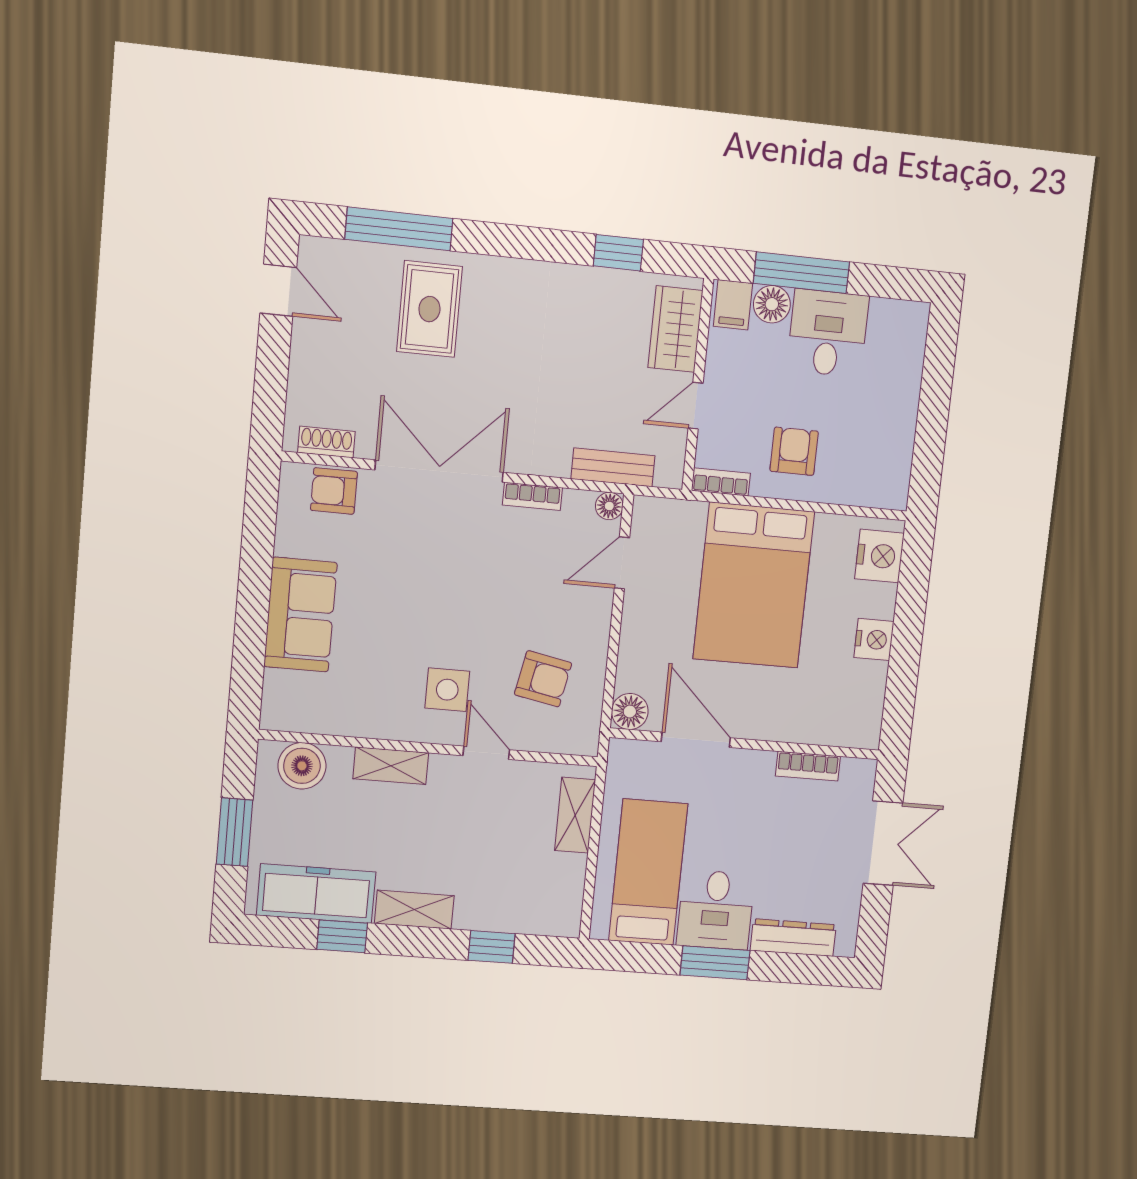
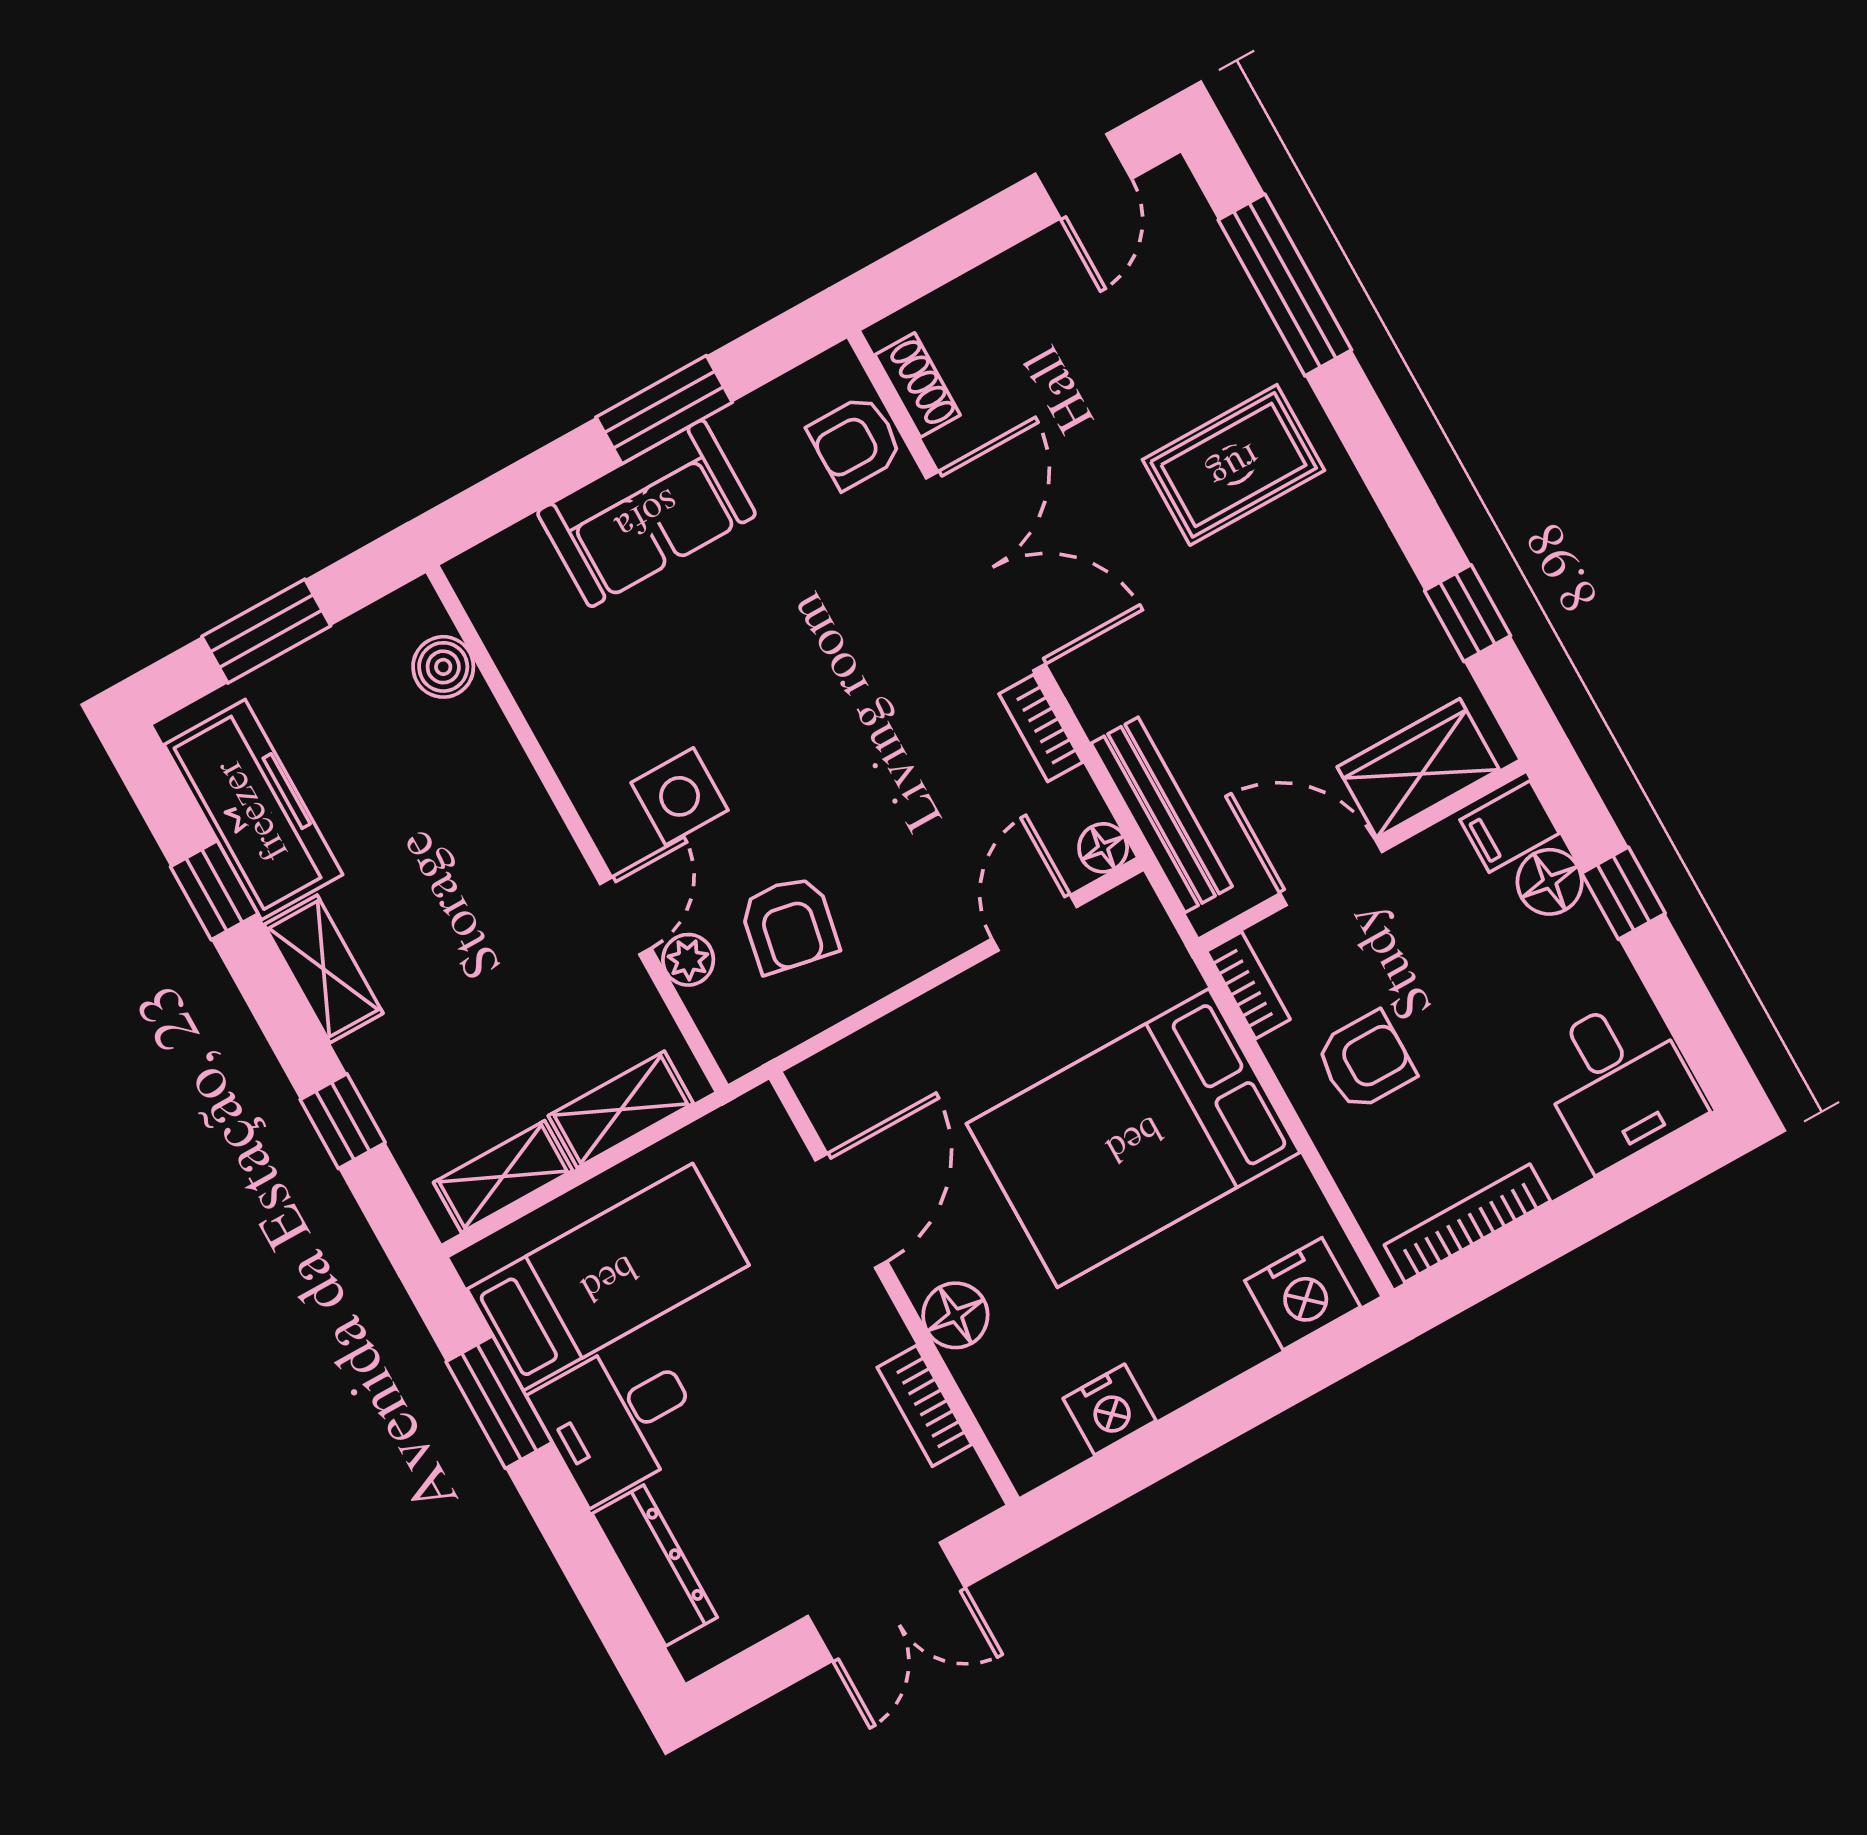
window: (802, 273) -> (1623, 893), width x0.46
rug: (429, 309) -> (1233, 465), moved
desk: (828, 333) -> (1618, 1082), moved, turned 90
door: (696, 406) -> (1331, 873), width x1.38
bookcase: (901, 456) -> (1467, 1223), added
bench: (613, 467) -> (1162, 815), width x1.36
armchair: (334, 491) -> (855, 442), turned -90
door: (622, 563) -> (1034, 923), hinge flipped
window: (255, 572) -> (664, 410), added
nightstand: (874, 640) -> (1110, 1410), moved
floor lamp: (630, 712) -> (955, 1315), moved
plant: (527, 737) -> (688, 960), added
boiler: (302, 766) -> (443, 667), width x0.73, depth x0.73
shelving: (391, 766) -> (503, 1176), moved, turned 90
window: (715, 963) -> (499, 1402), moved

